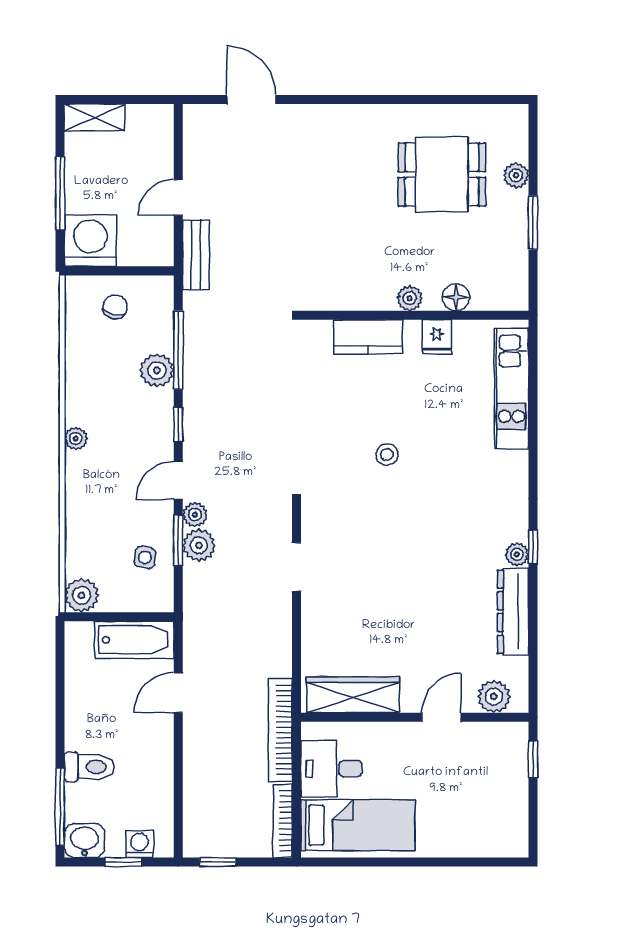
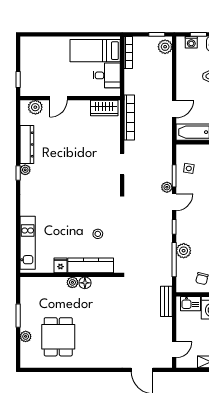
dining table: (442, 175) -> (58, 337), turned 90
door: (178, 197) -> (174, 350), moved
kitchen sink: (141, 250) -> (190, 304), added
floor lamp: (456, 297) -> (85, 283), moved
kitchen counter: (368, 337) -> (91, 265), width x1.50
stool: (387, 455) -> (98, 234), moved
plant: (199, 545) -> (165, 47), moved
wardrobe: (353, 695) -> (104, 108), width x0.67
bookcase: (280, 730) -> (129, 117), moved

